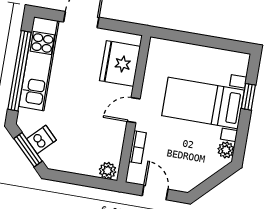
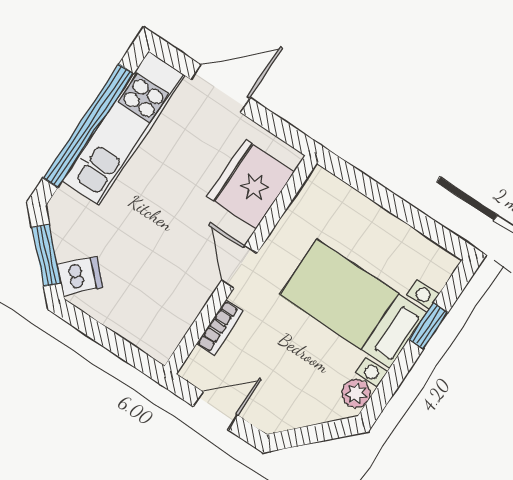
door: (134, 110) -> (239, 267), hinge flipped
dishwasher: (41, 140) -> (80, 276), moved
plant: (108, 171) -> (156, 343), removed
door: (155, 192) -> (216, 411), hinge flipped

